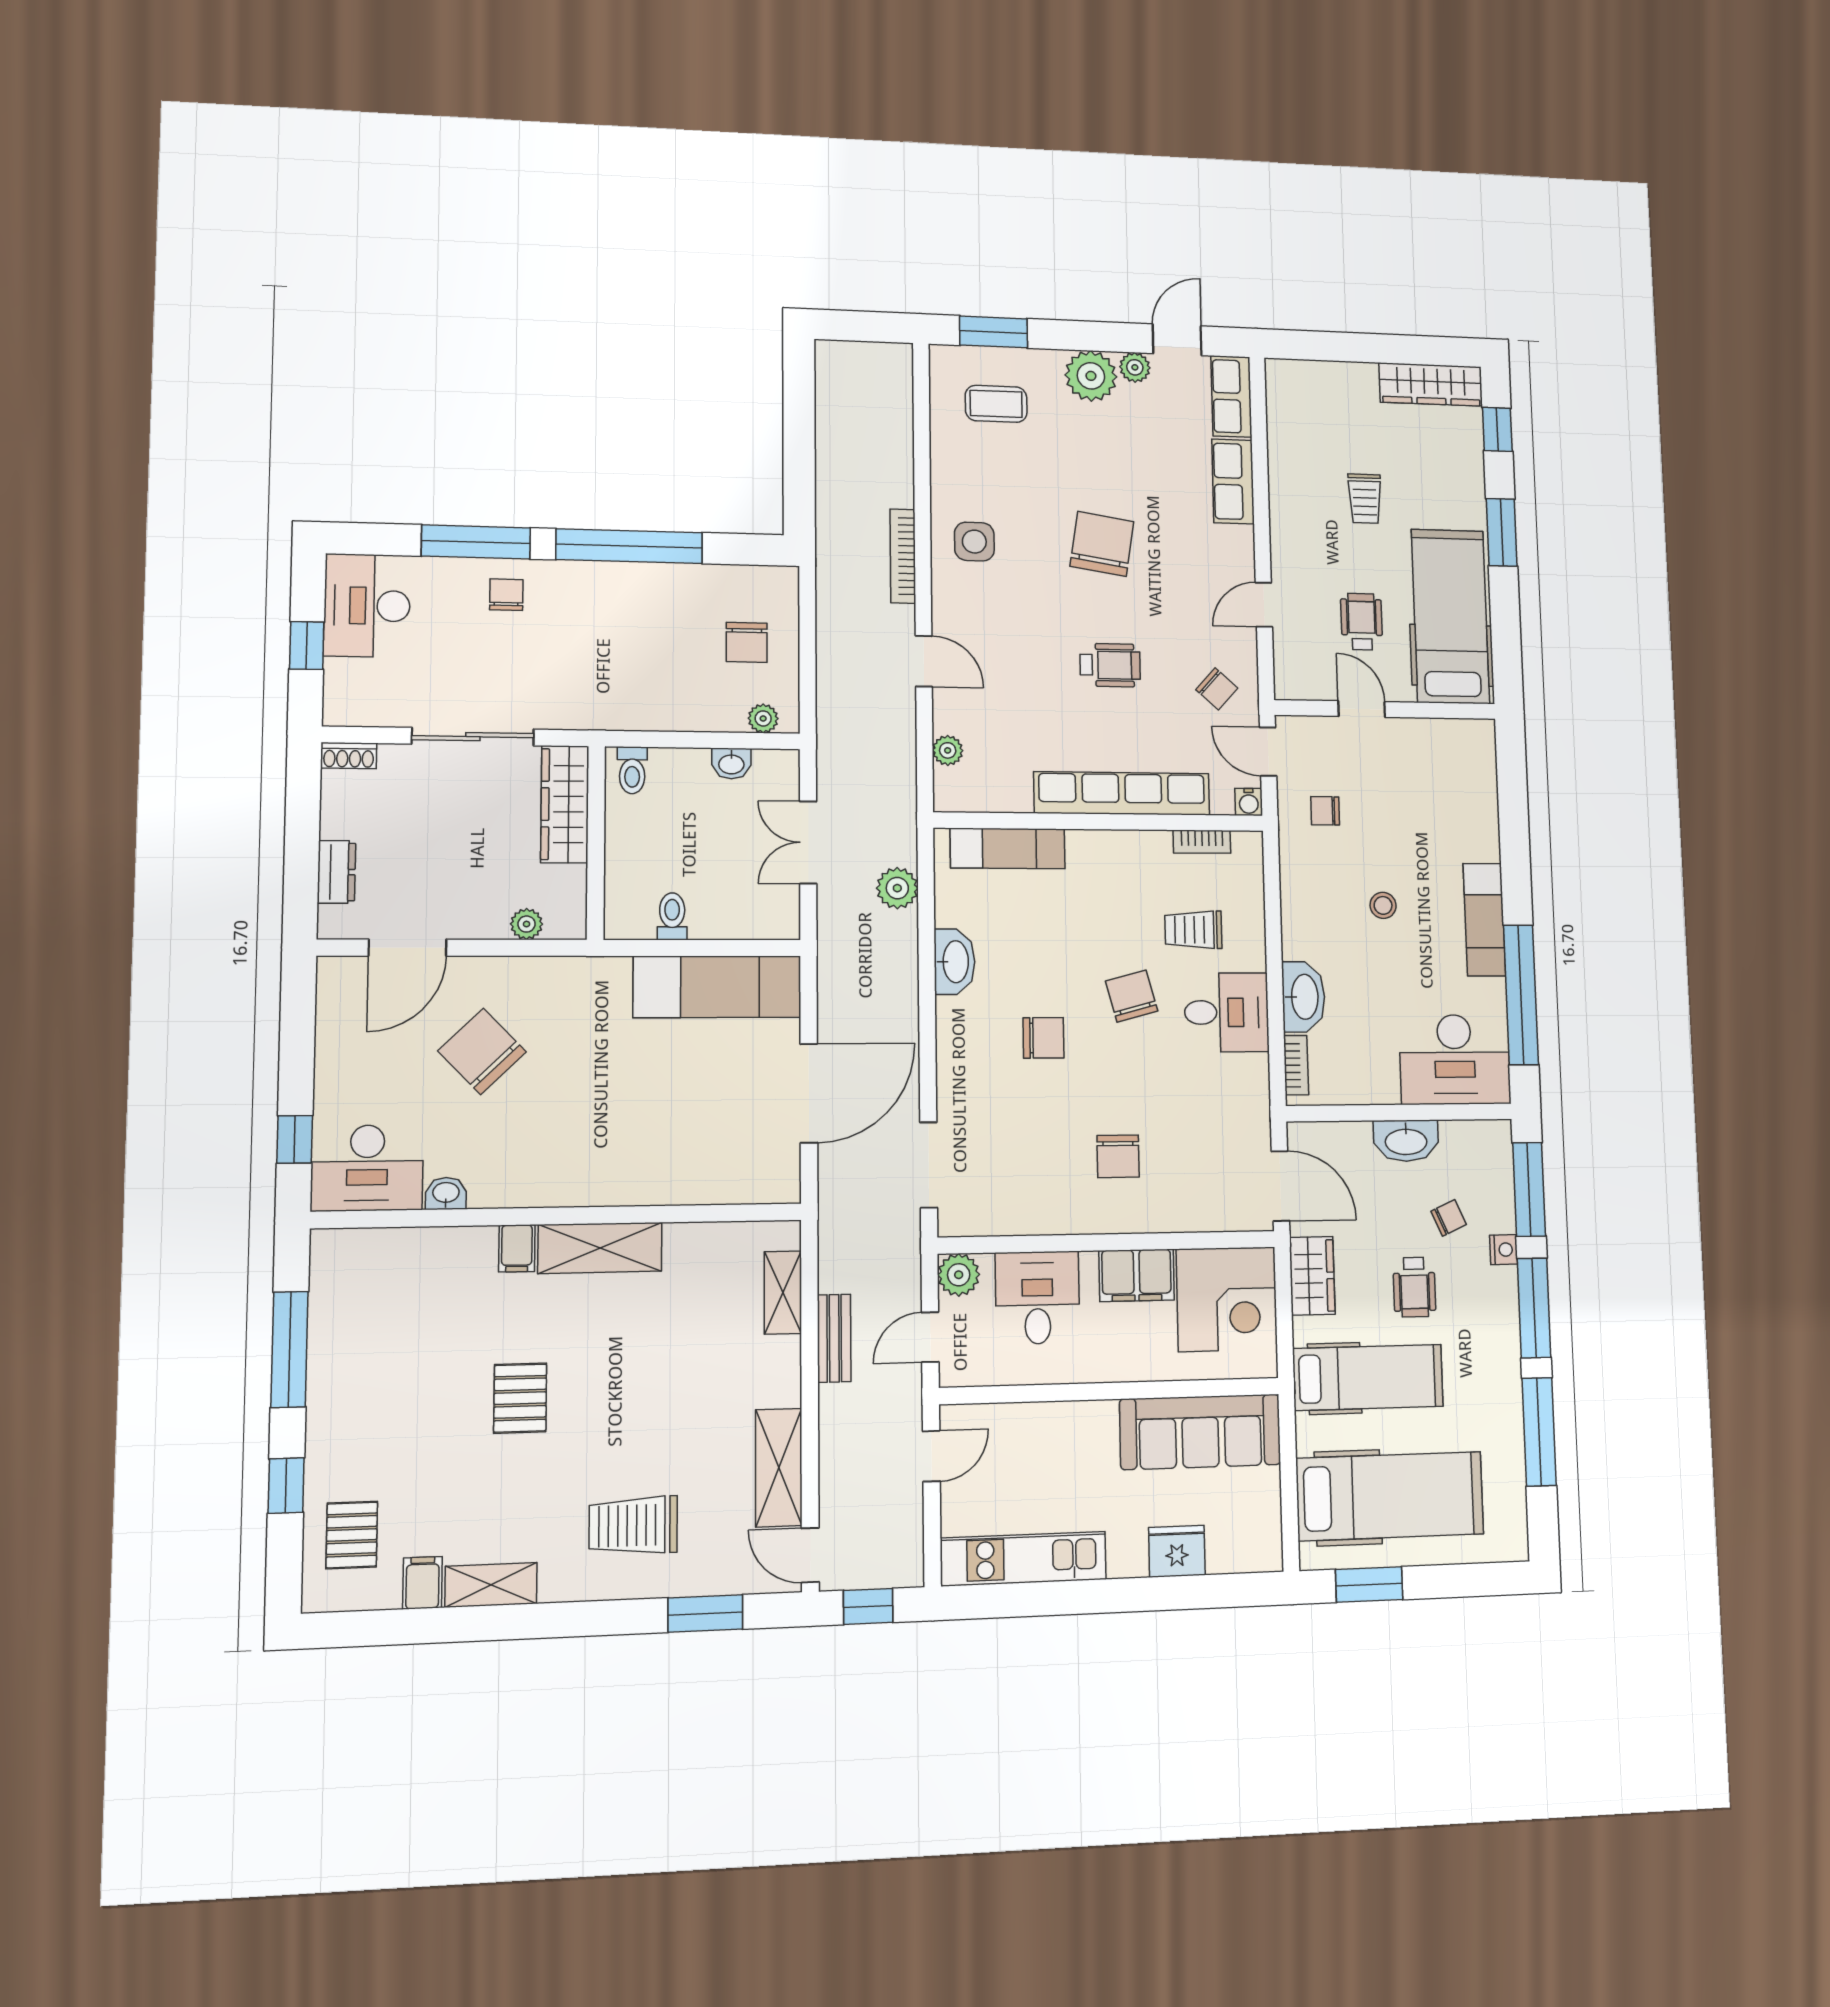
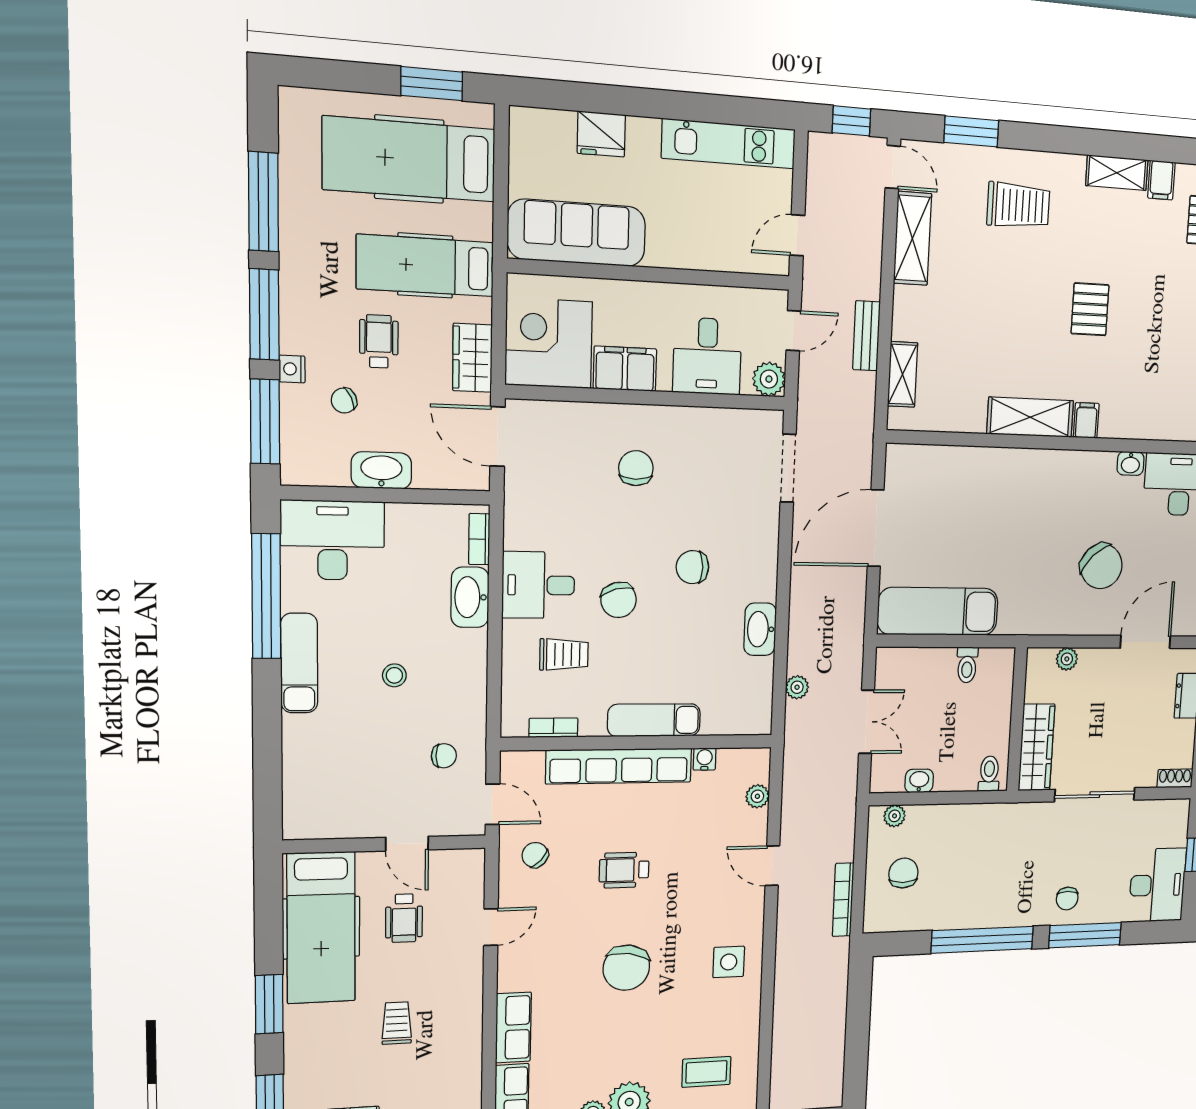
bookcase: (903, 556) -> (843, 900), moved, turned 180
water cooler: (1249, 802) -> (705, 759), moved
exam couch: (1008, 848) -> (654, 720), moved
plant: (897, 888) -> (797, 687), width x0.73, depth x0.73

